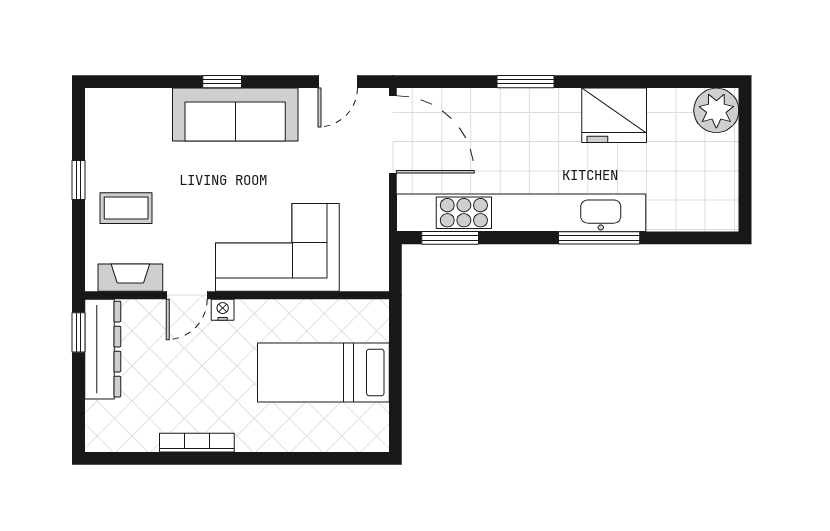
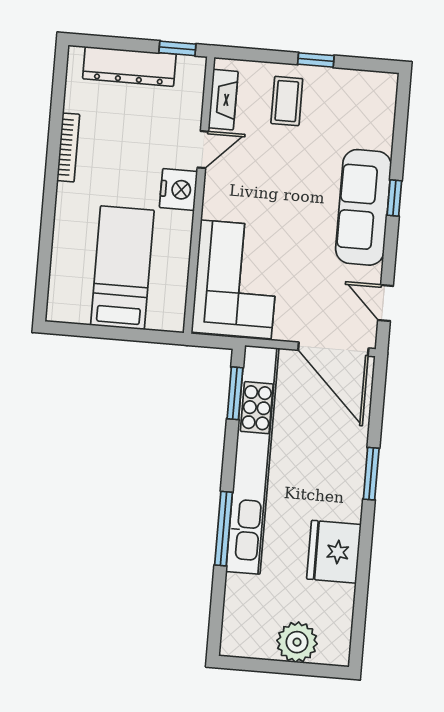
plant: (716, 110) -> (297, 642), moved
door: (393, 134) -> (333, 349), hinge flipped
corner sofa: (277, 247) -> (236, 279), moved
door: (187, 295) -> (203, 150), swing flipped
nightstand: (223, 310) -> (178, 190), width x1.89, depth x1.79
dresser: (103, 349) -> (129, 66), moved

